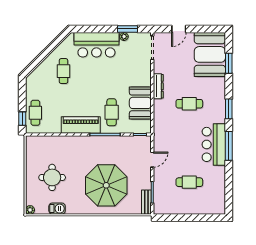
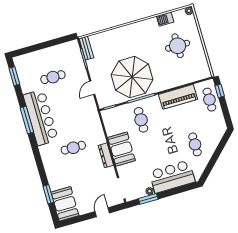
booth: (210, 54) -> (65, 204), width x0.73, depth x0.70
booth: (140, 103) -> (122, 149), moved
window: (229, 109) -> (14, 76), moved
piano: (81, 125) -> (178, 97), moved
bar counter: (214, 144) -> (41, 117), width x1.36
parasol: (106, 185) -> (132, 77), moved

